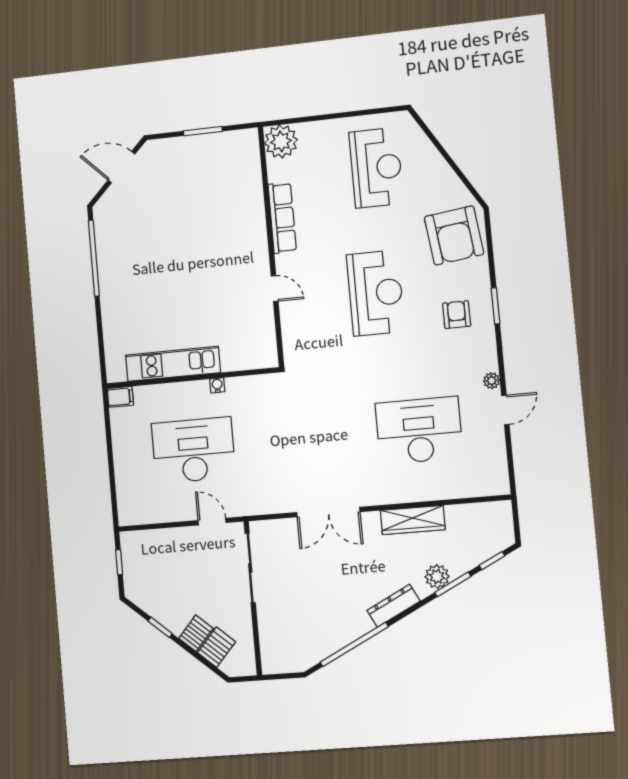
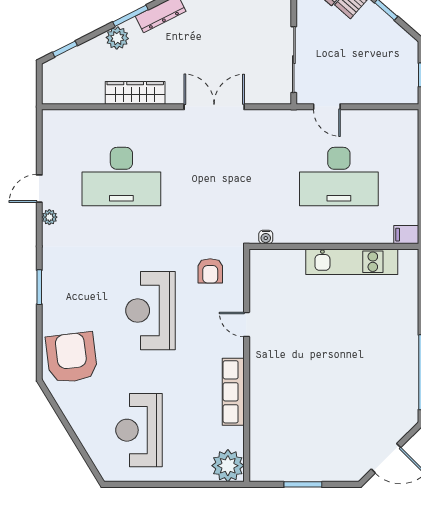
armchair: (457, 315) -> (210, 271), moved
water cooler: (217, 385) -> (266, 237), moved
window: (453, 584) -> (131, 16), moved

